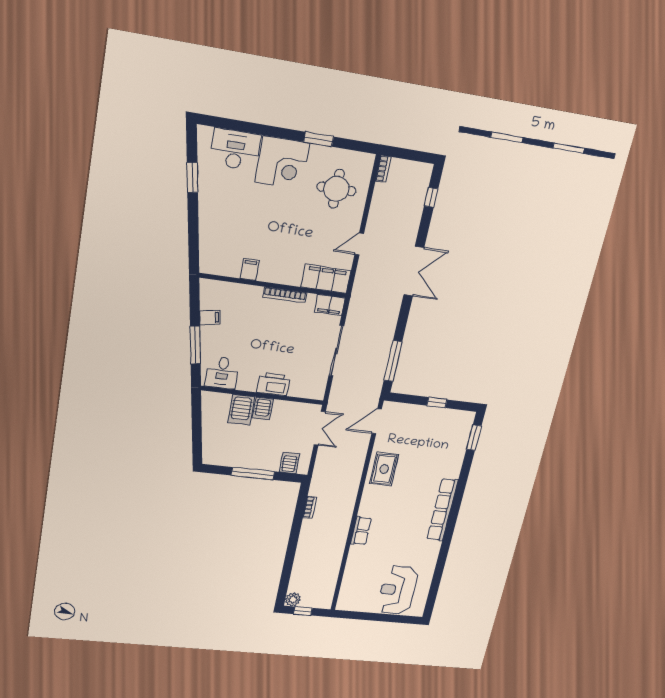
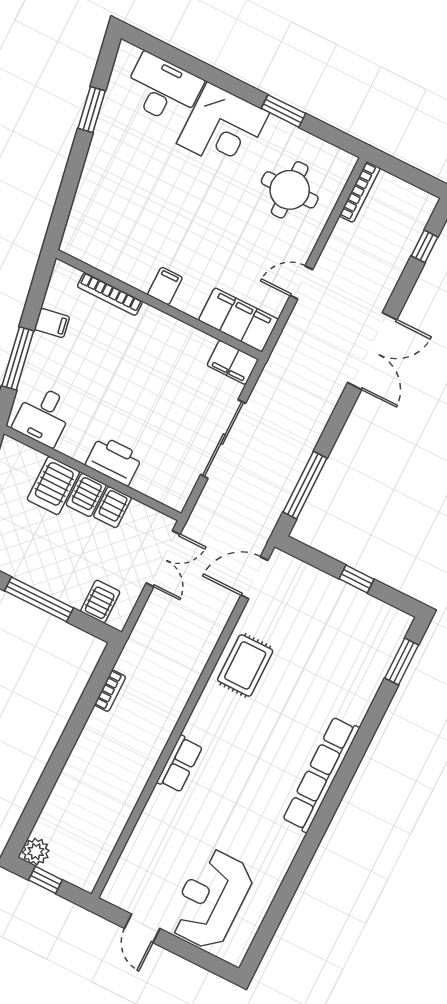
bookcase: (383, 169) -> (360, 192), width x1.56
filing cabinet: (250, 270) -> (165, 286), moved
bookcase: (285, 295) -> (110, 294), moved
server rack: (281, 410) -> (112, 507), added
door: (364, 616) -> (142, 928), added

